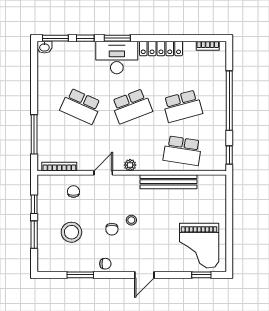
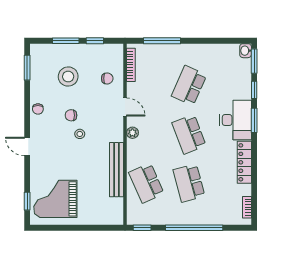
school desk: (183, 151) -> (146, 183), turned -33
window: (80, 275) -> (27, 68), moved

